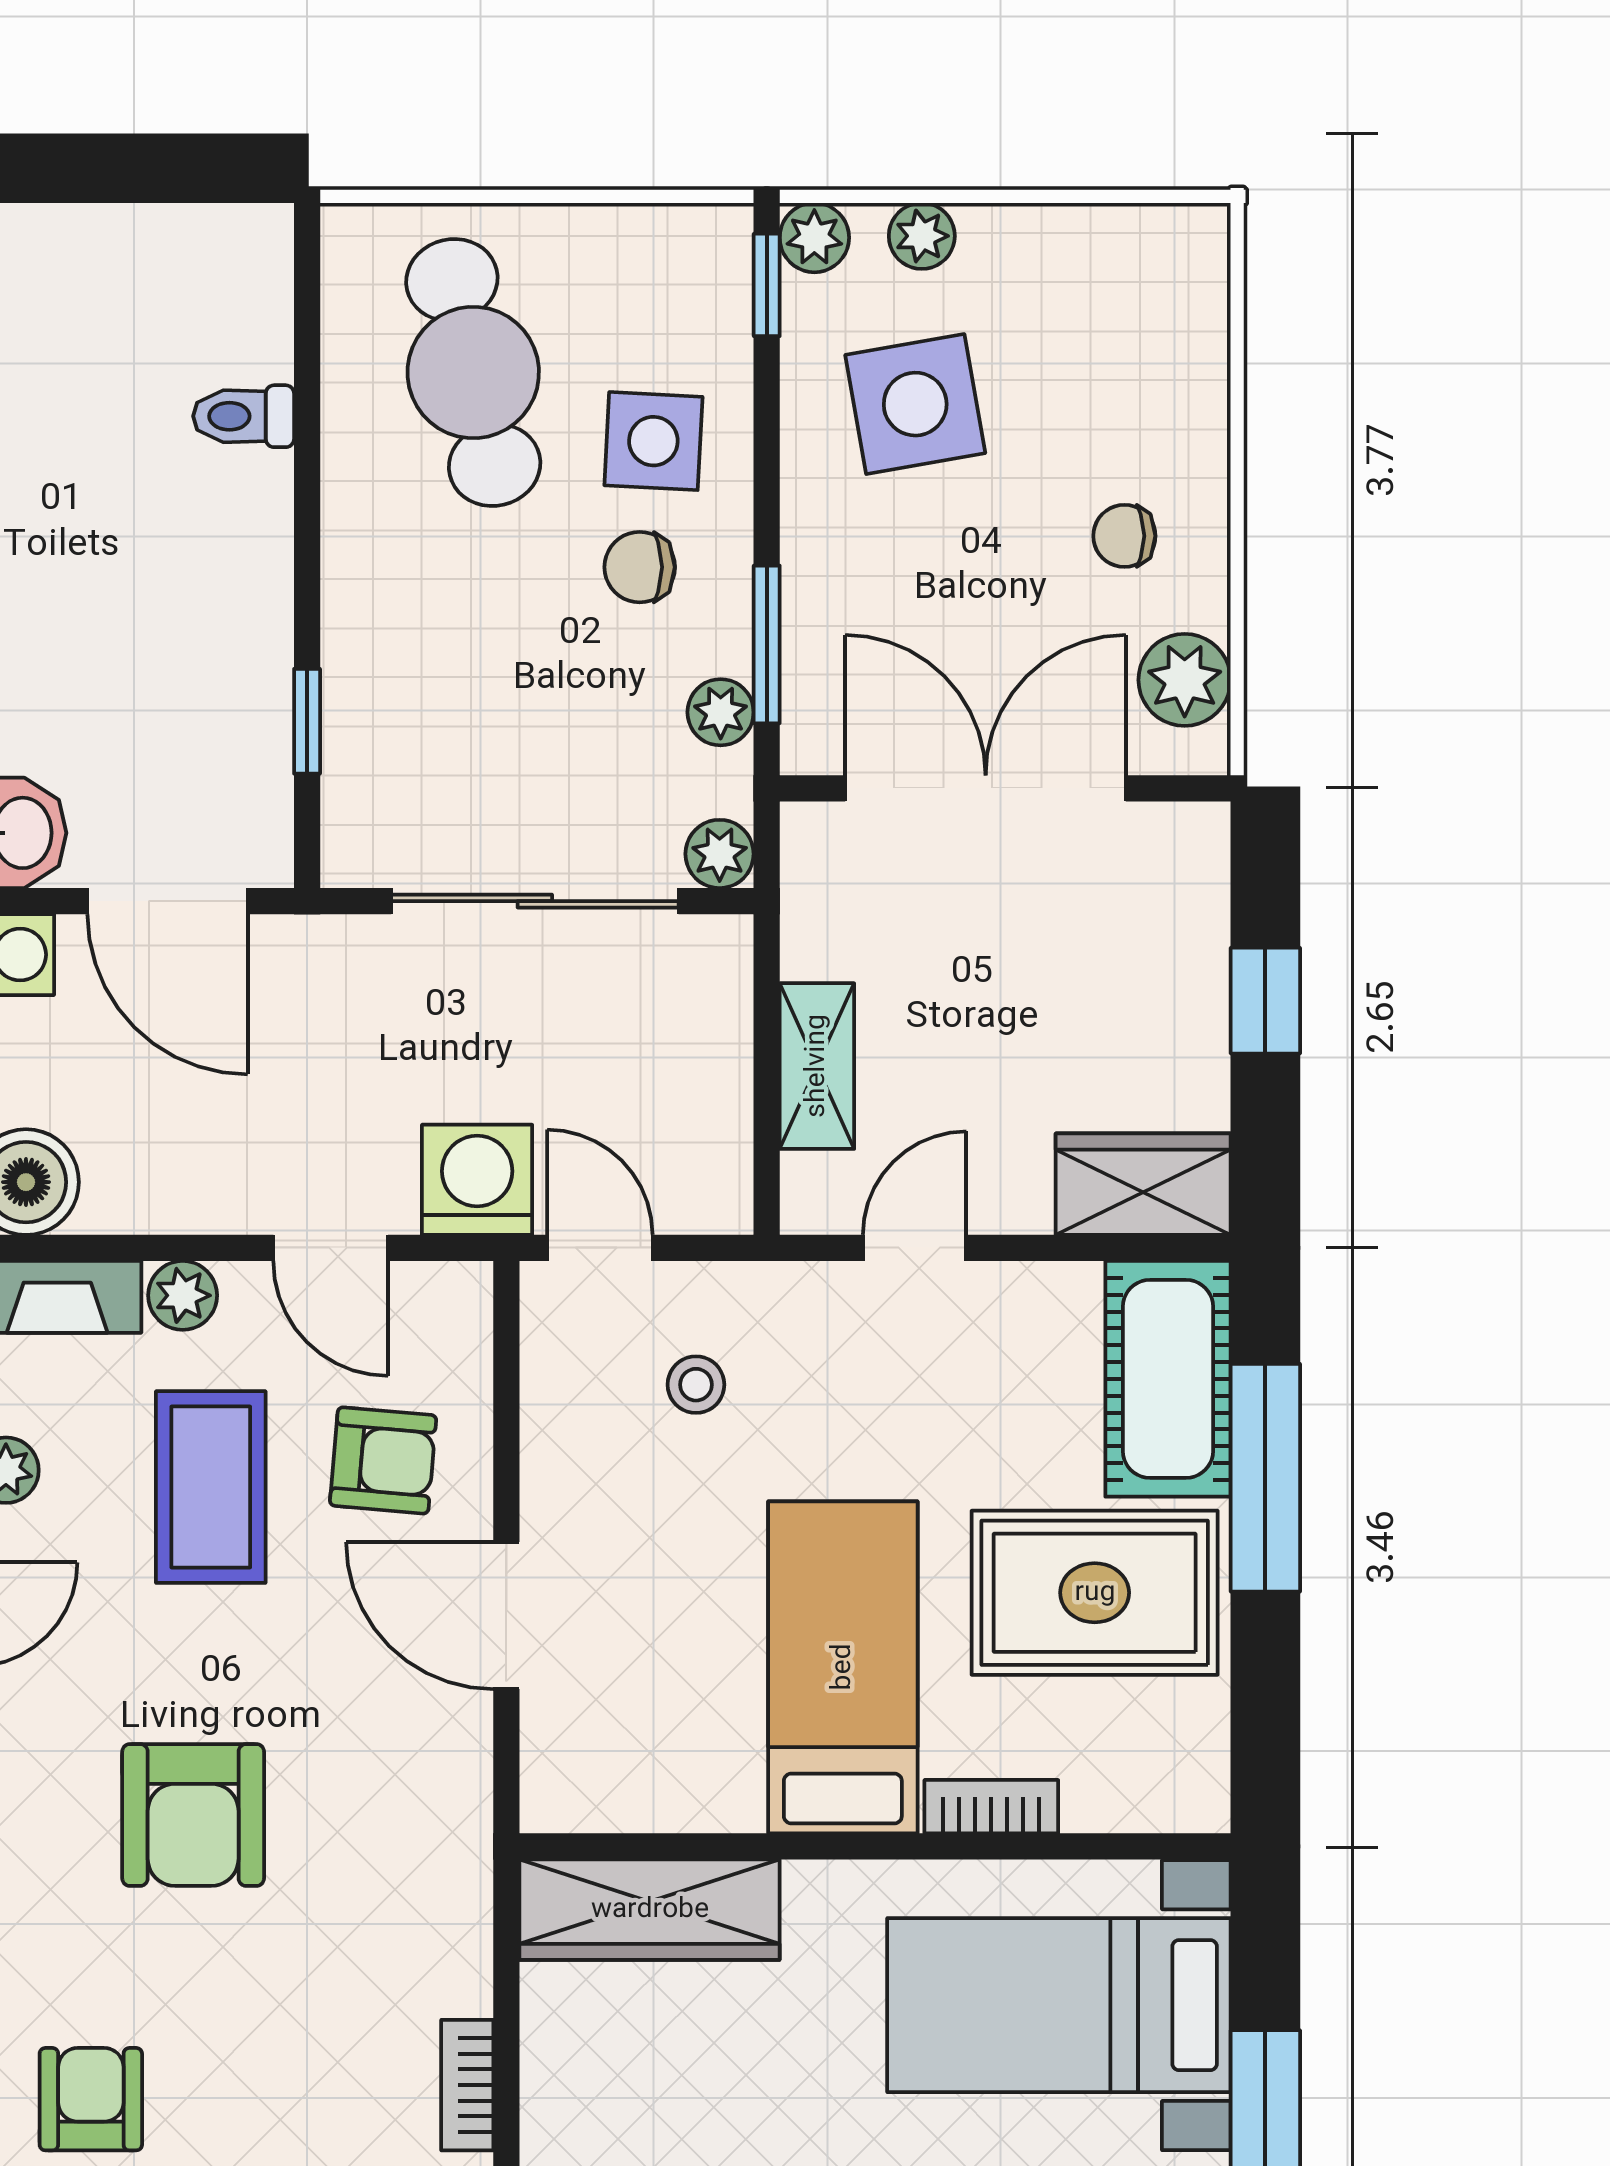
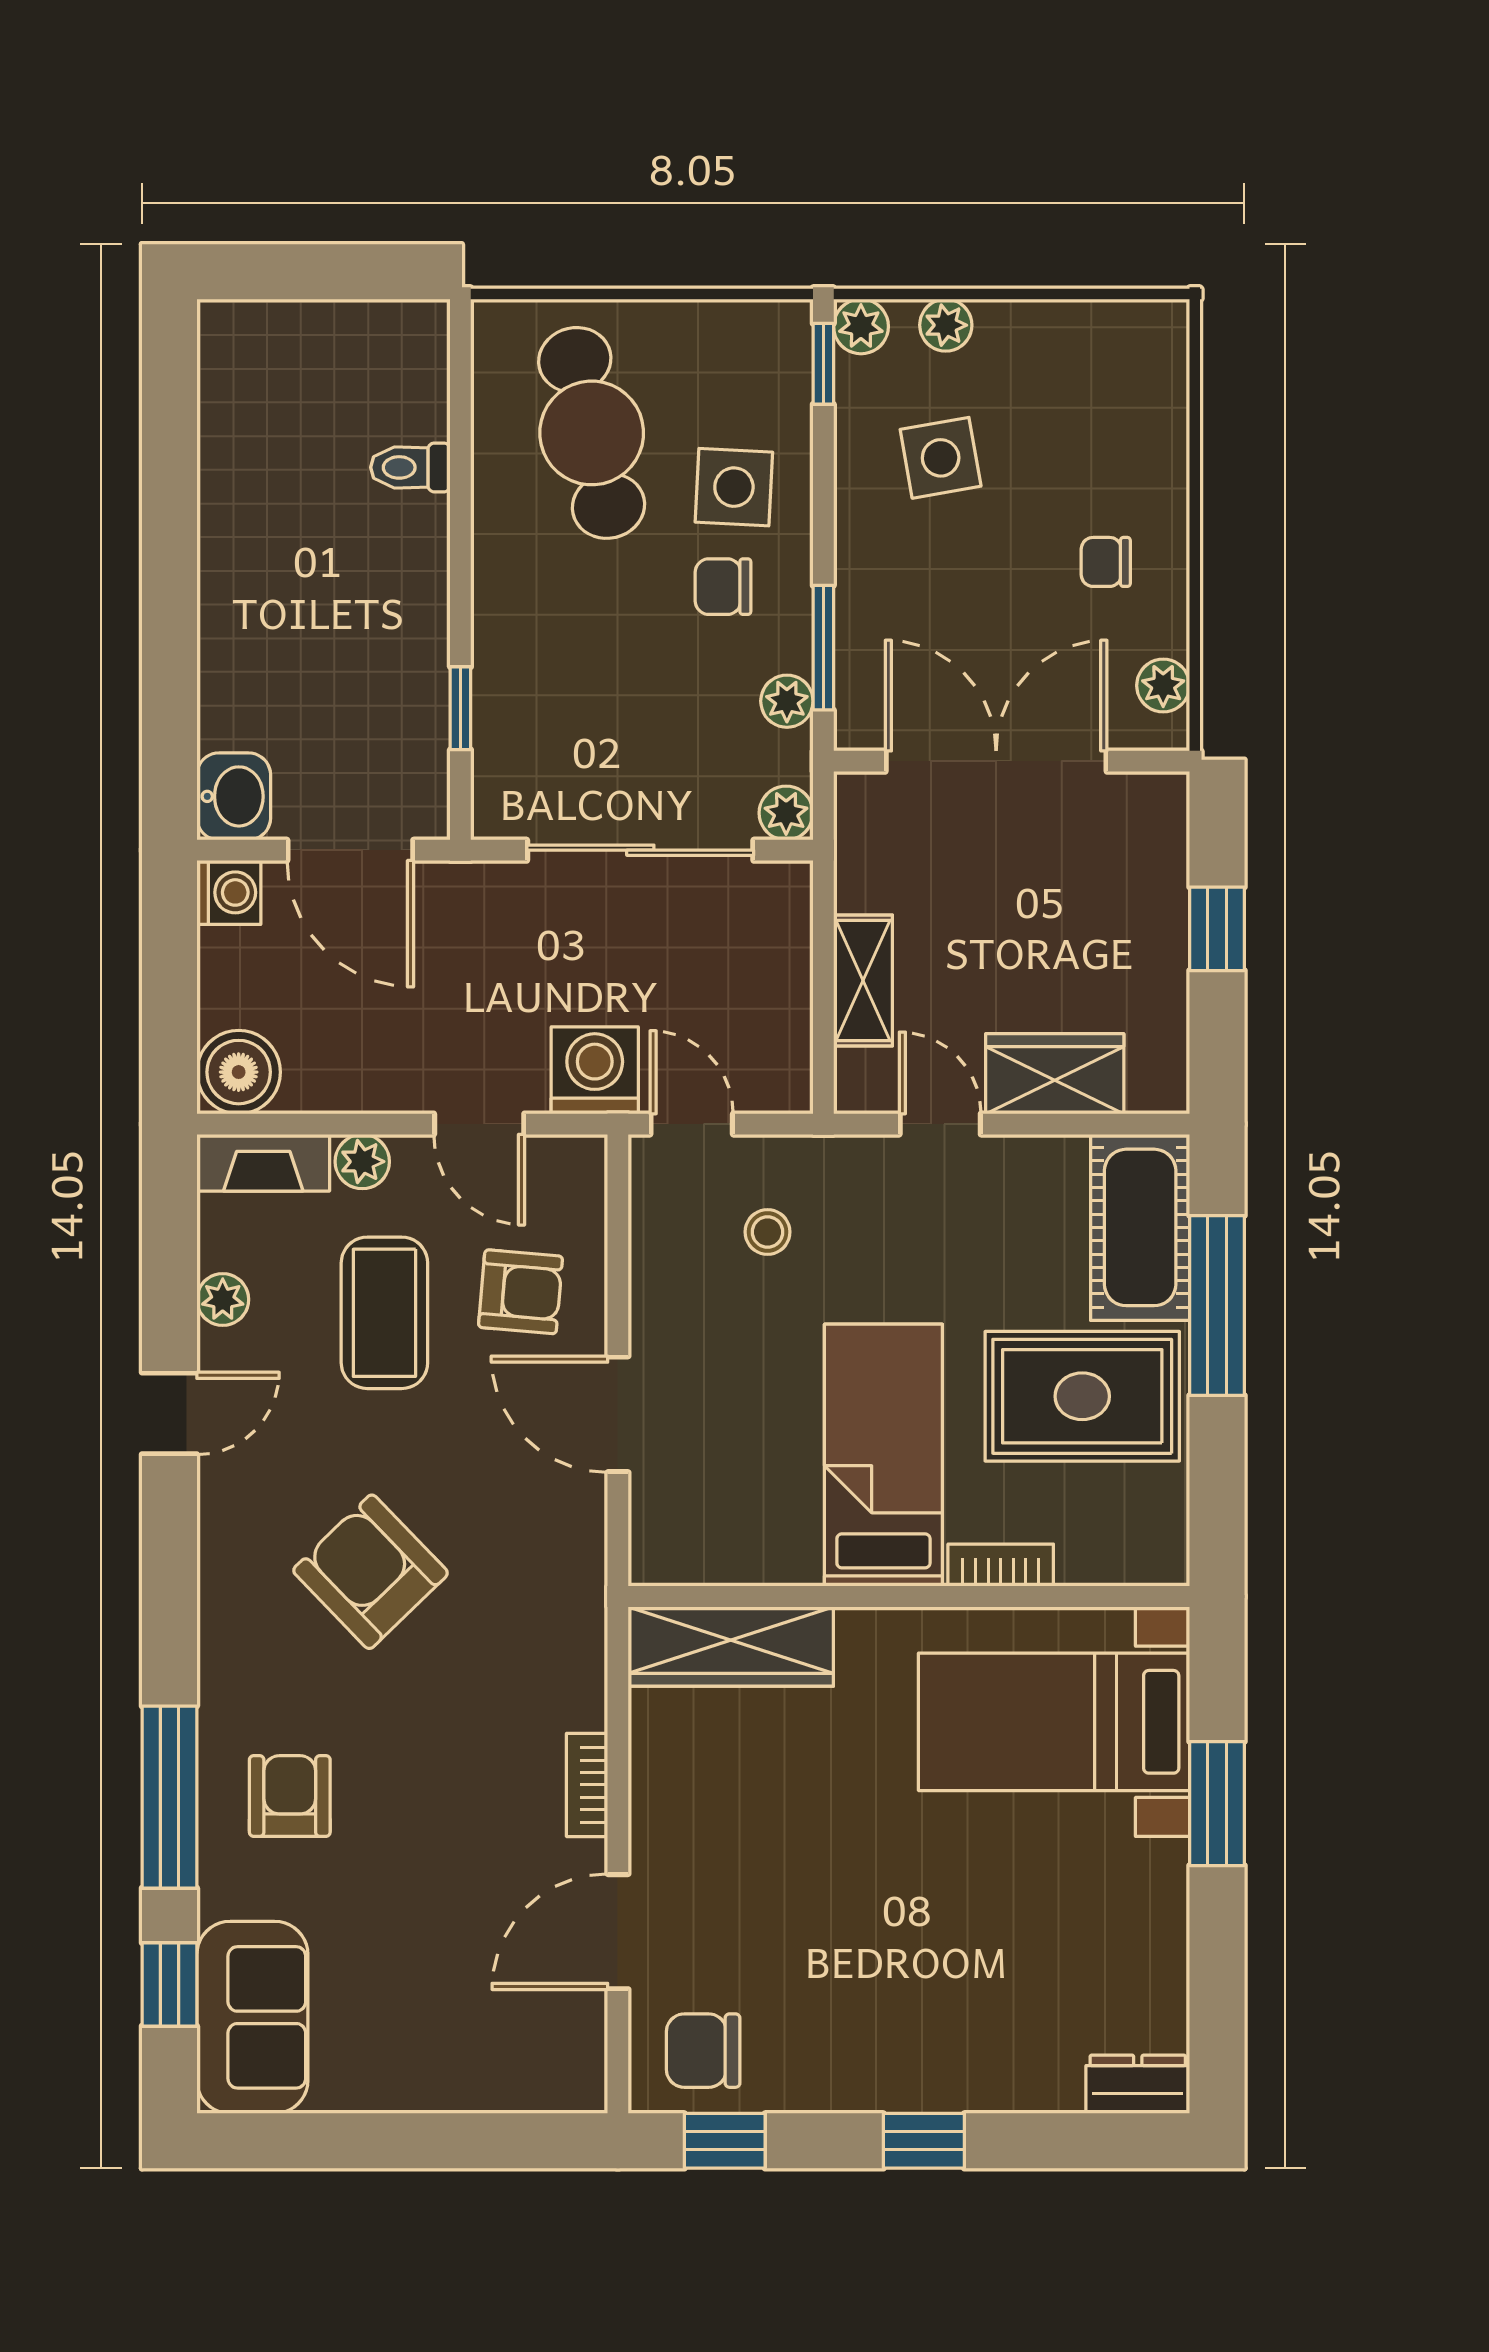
side table: (915, 404) -> (941, 458), width x0.73, depth x0.73
plant: (1185, 680) -> (1163, 686), width x0.73, depth x0.73
wardrobe: (1143, 1184) -> (1055, 1074), moved
door: (915, 1248) -> (940, 1124), hinge flipped
armchair: (193, 1815) -> (371, 1572), turned 136

